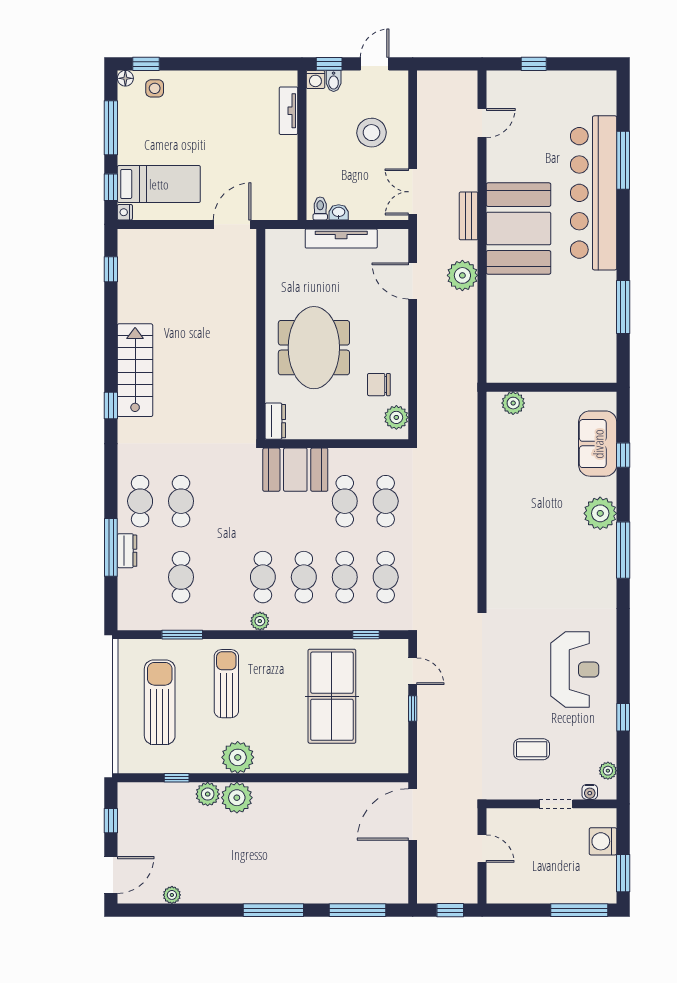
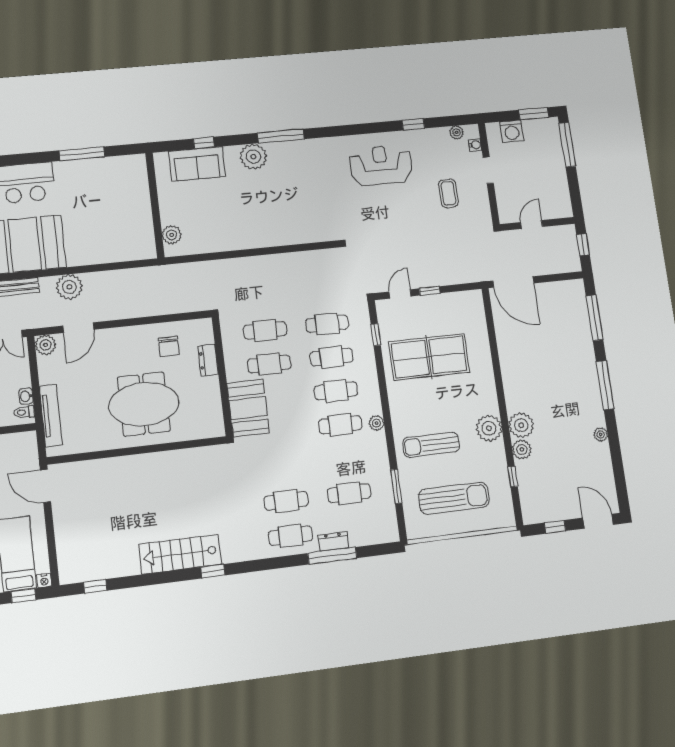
tv unit: (341, 239) -> (51, 416), moved
plant: (396, 417) -> (45, 345), moved
dresser: (275, 421) -> (208, 360), moved, turned -90
sun lounger: (160, 702) -> (454, 498), turned 180
plant: (172, 895) -> (601, 434), moved

